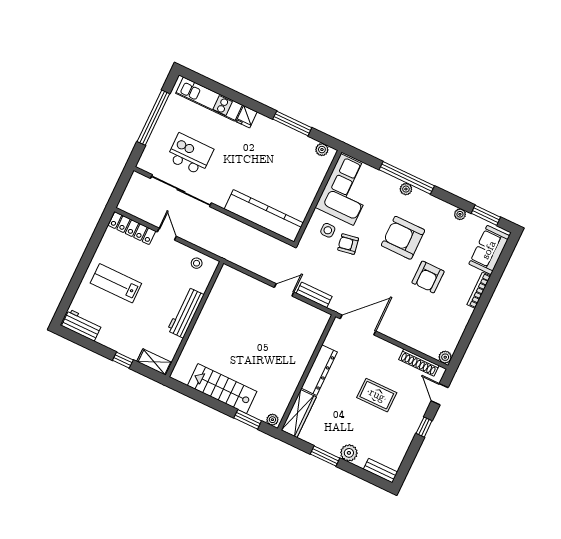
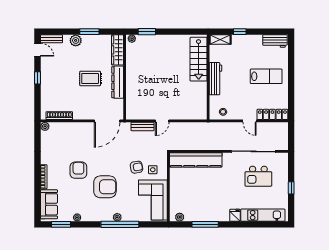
window: (153, 118) -> (291, 188), width x0.32
stairs: (222, 389) -> (199, 59), moved, turned 90
door: (440, 394) -> (37, 50), moved
rug: (377, 395) -> (90, 79), moved

